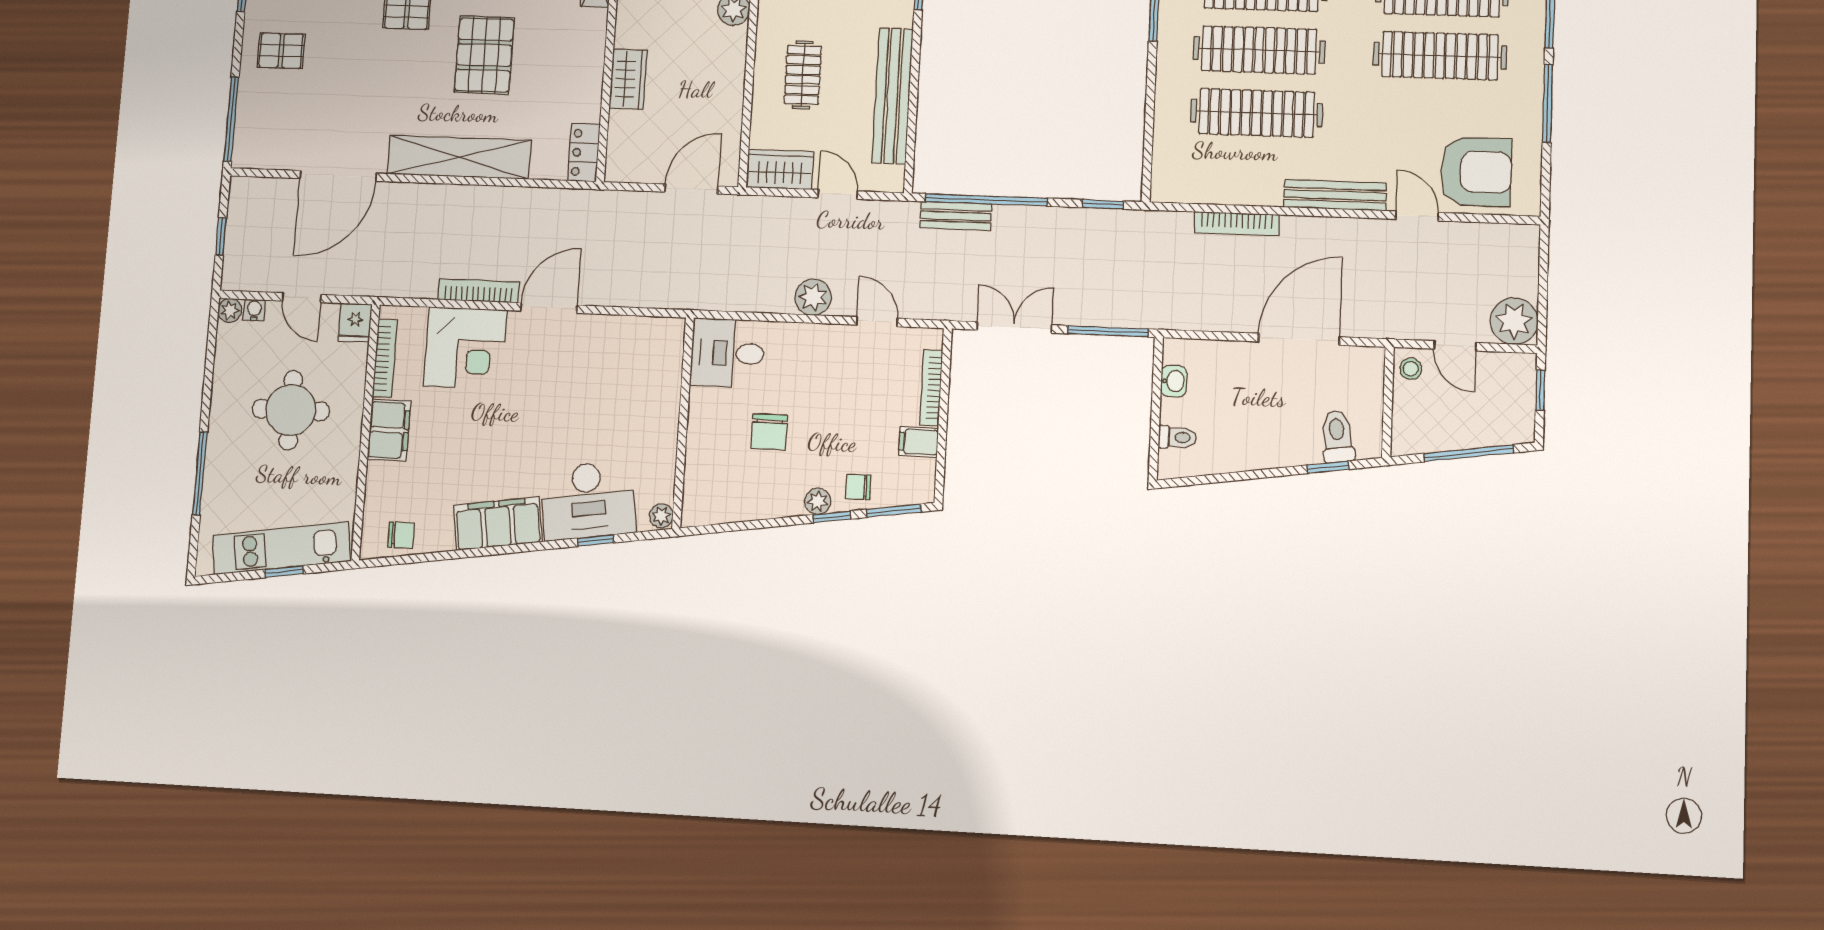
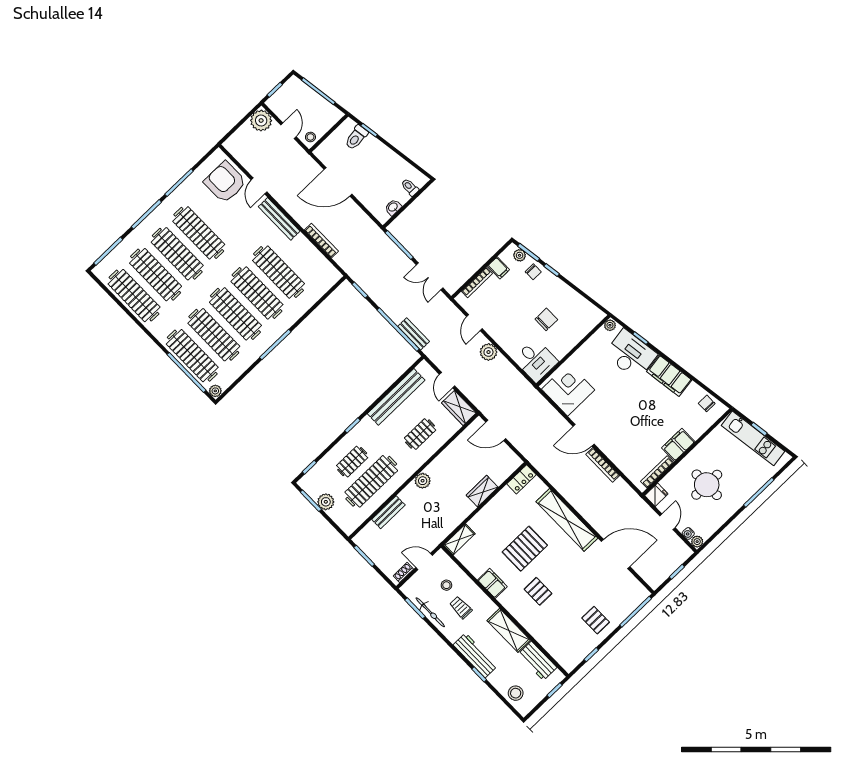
corner desk: (465, 348) -> (568, 390), moved
plant: (818, 501) -> (520, 255), moved

